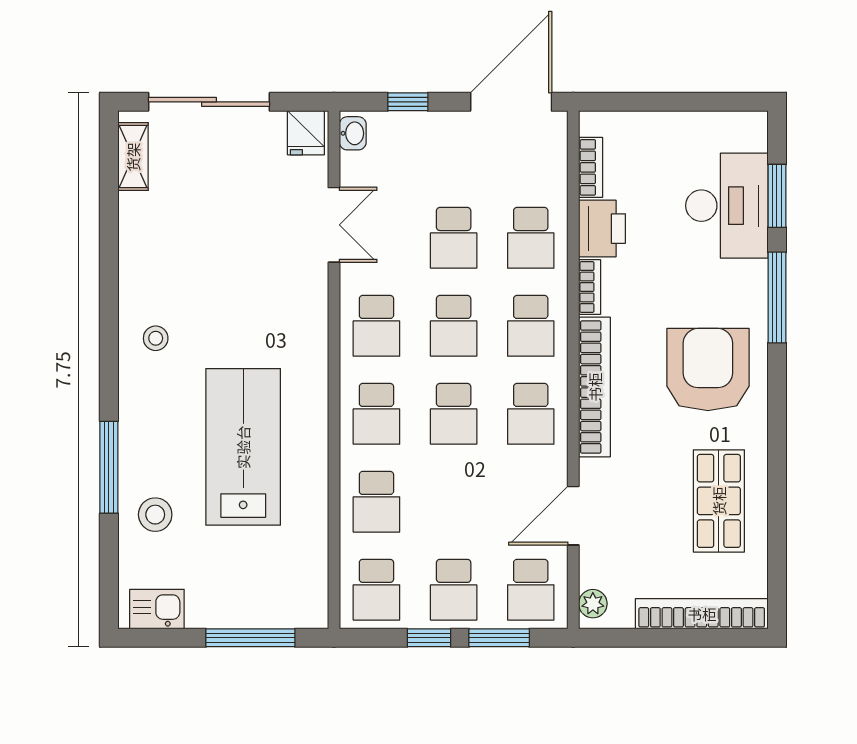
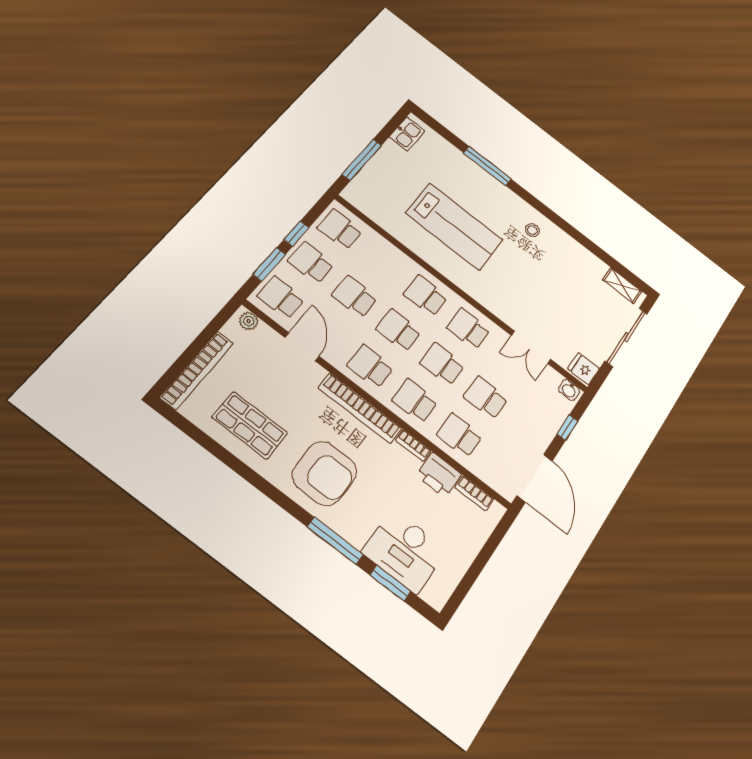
school desk: (376, 502) -> (355, 297), moved
stool: (155, 515) -> (451, 167), removed

